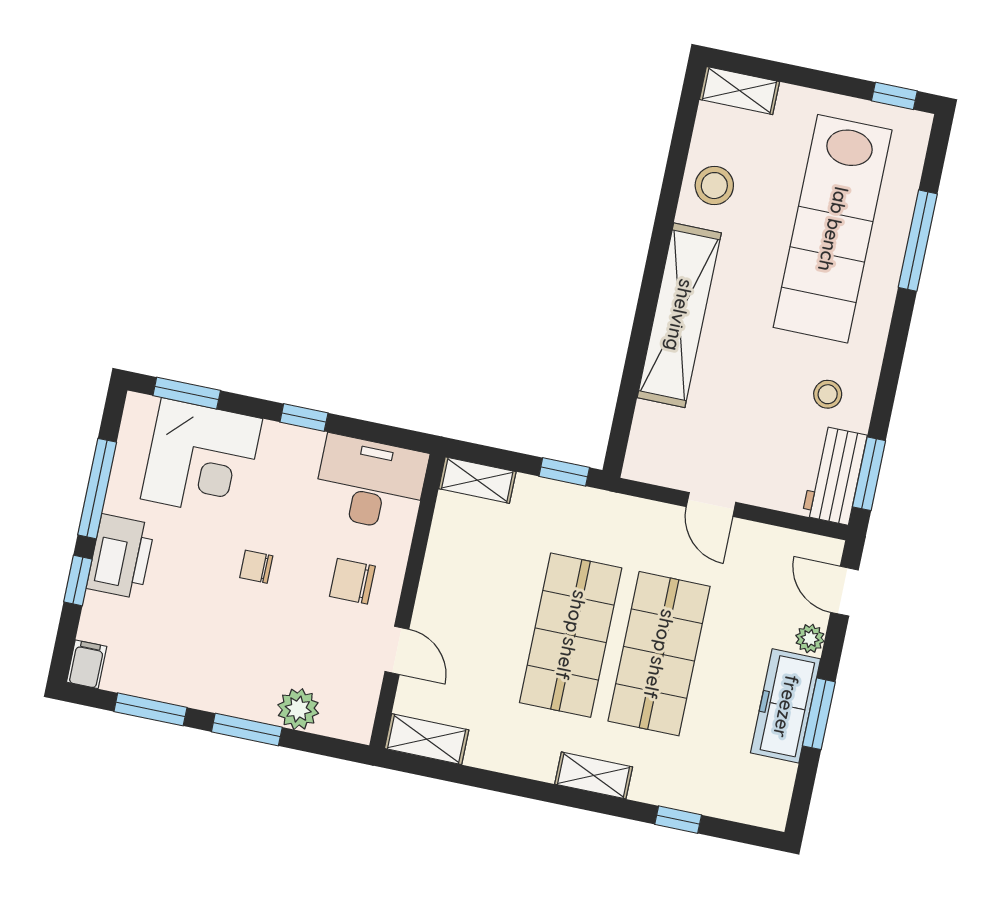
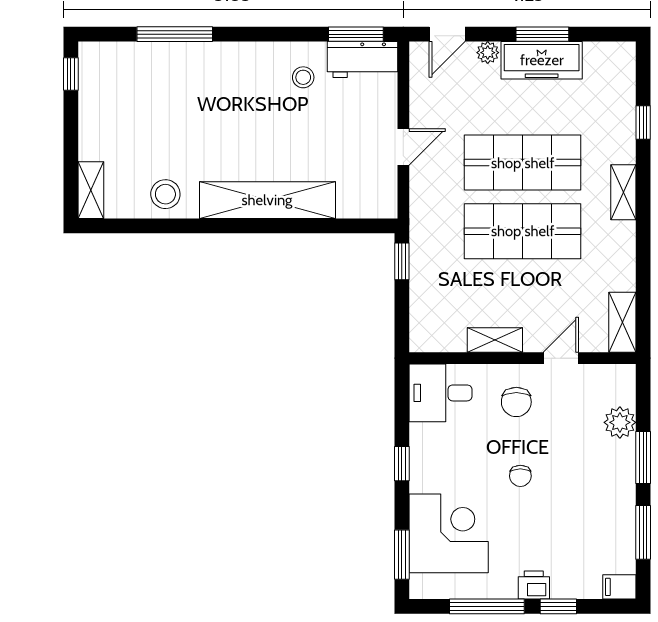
lab bench: (833, 229) -> (179, 99), removed
shelving: (477, 480) -> (495, 340), moved, turned 90
desk: (371, 483) -> (441, 393), width x0.73
printer: (121, 556) -> (534, 585), width x0.53, depth x0.68

